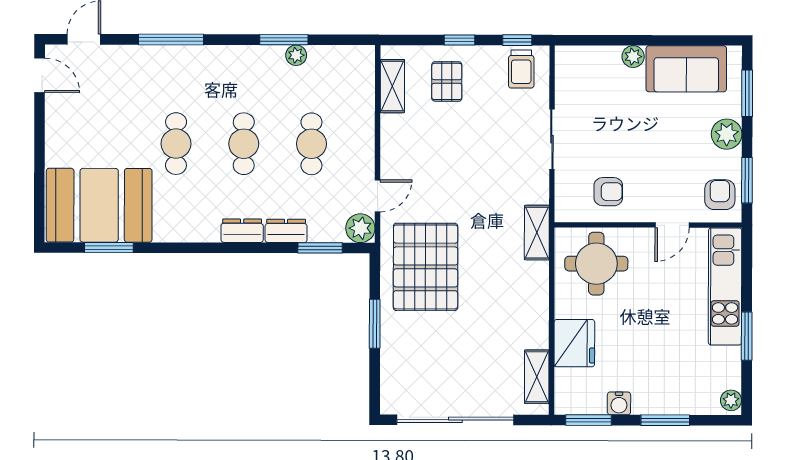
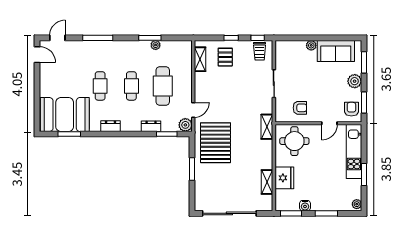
cafe table: (311, 144) -> (163, 86), width x1.37, depth x1.35
dresser: (242, 231) -> (111, 126), moved
shelving: (537, 377) -> (267, 182), moved

